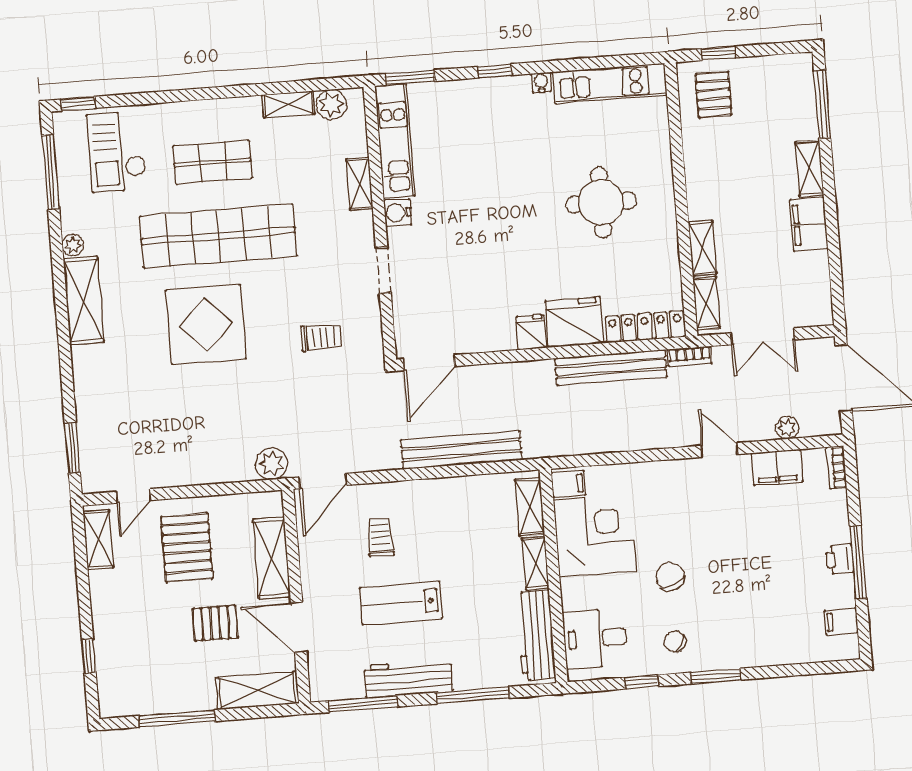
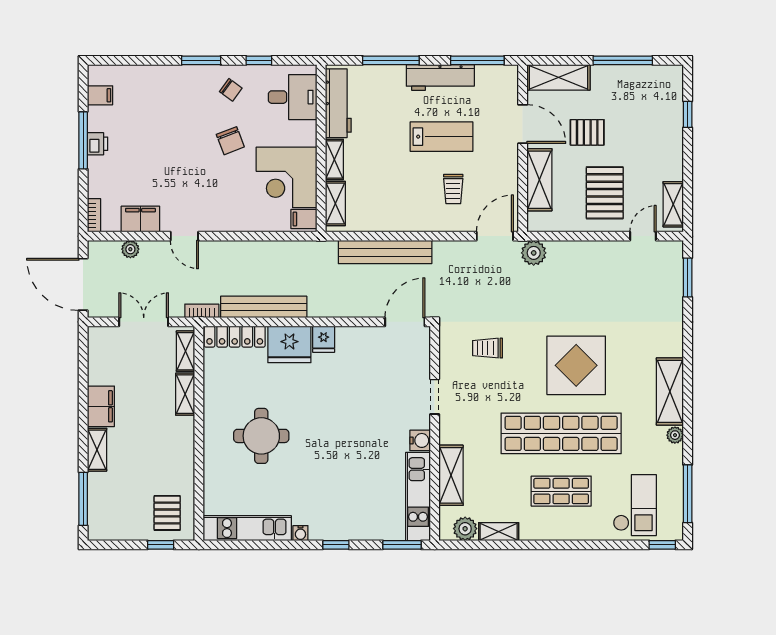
shelving: (360, 184) -> (451, 475), width x1.50, depth x1.33

